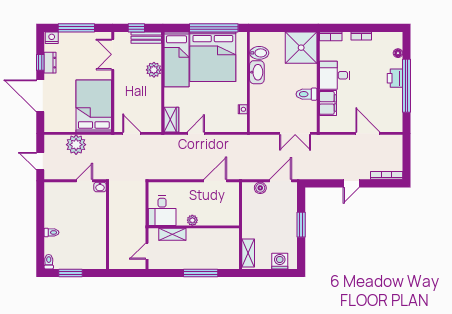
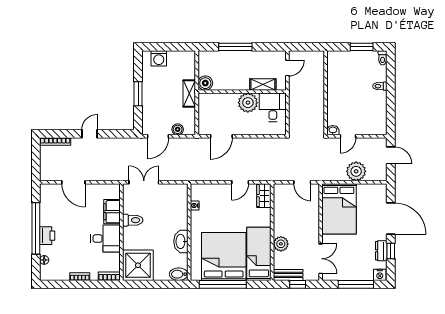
bidet: (259, 53) -> (179, 274), moved
plant: (192, 220) -> (248, 103), width x1.88, depth x1.88
boiler: (232, 236) -> (205, 83), added
shelving: (248, 253) -> (189, 93), moved

